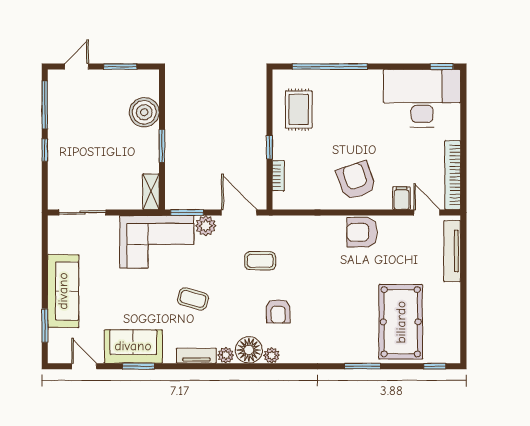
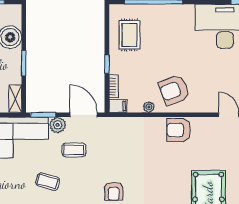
armchair: (356, 180) -> (174, 90), turned -92
filing cabinet: (402, 198) -> (118, 106), moved, turned 90
plant: (324, 202) -> (149, 107), added
coffee table: (260, 261) -> (74, 150), moved

